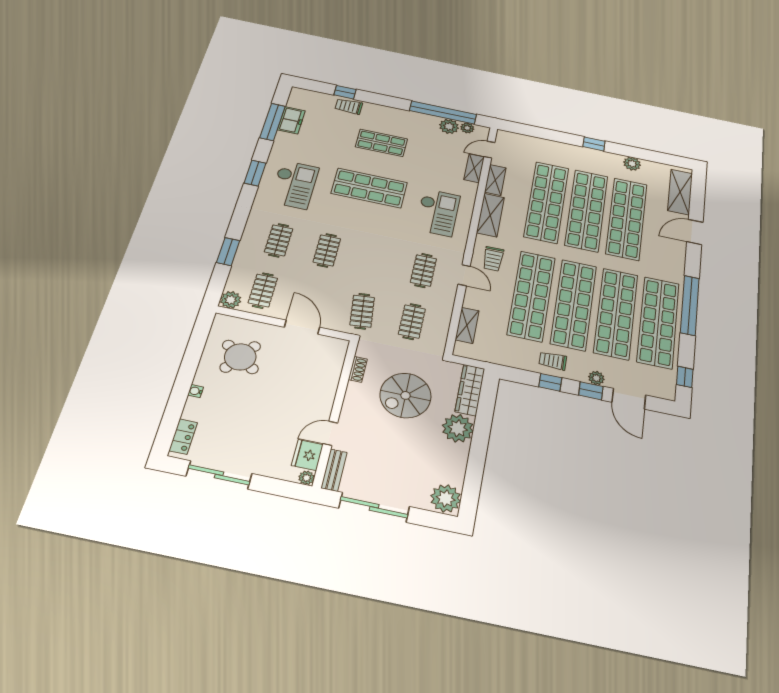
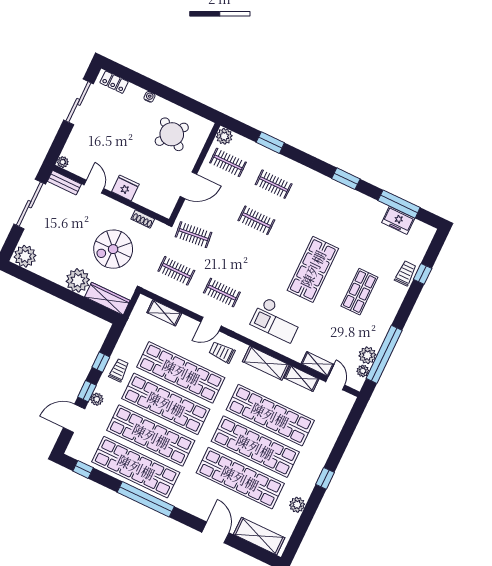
checkout: (294, 185) -> (328, 208), removed
spiral stairs: (406, 395) -> (113, 249), turned -90
fridge: (307, 455) -> (125, 188), moved

